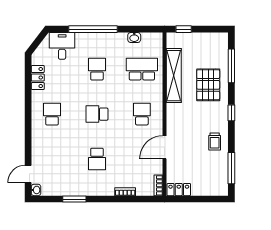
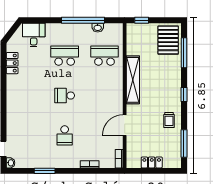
window: (93, 29) -> (83, 20), moved
school desk: (97, 69) -> (65, 56), width x1.85
shelving: (174, 76) -> (133, 80), moved
pallet: (208, 85) -> (168, 40), moved
school desk: (52, 114) -> (25, 96), removed
school desk: (142, 114) -> (104, 96), removed
locker: (179, 190) -> (152, 162), moved

